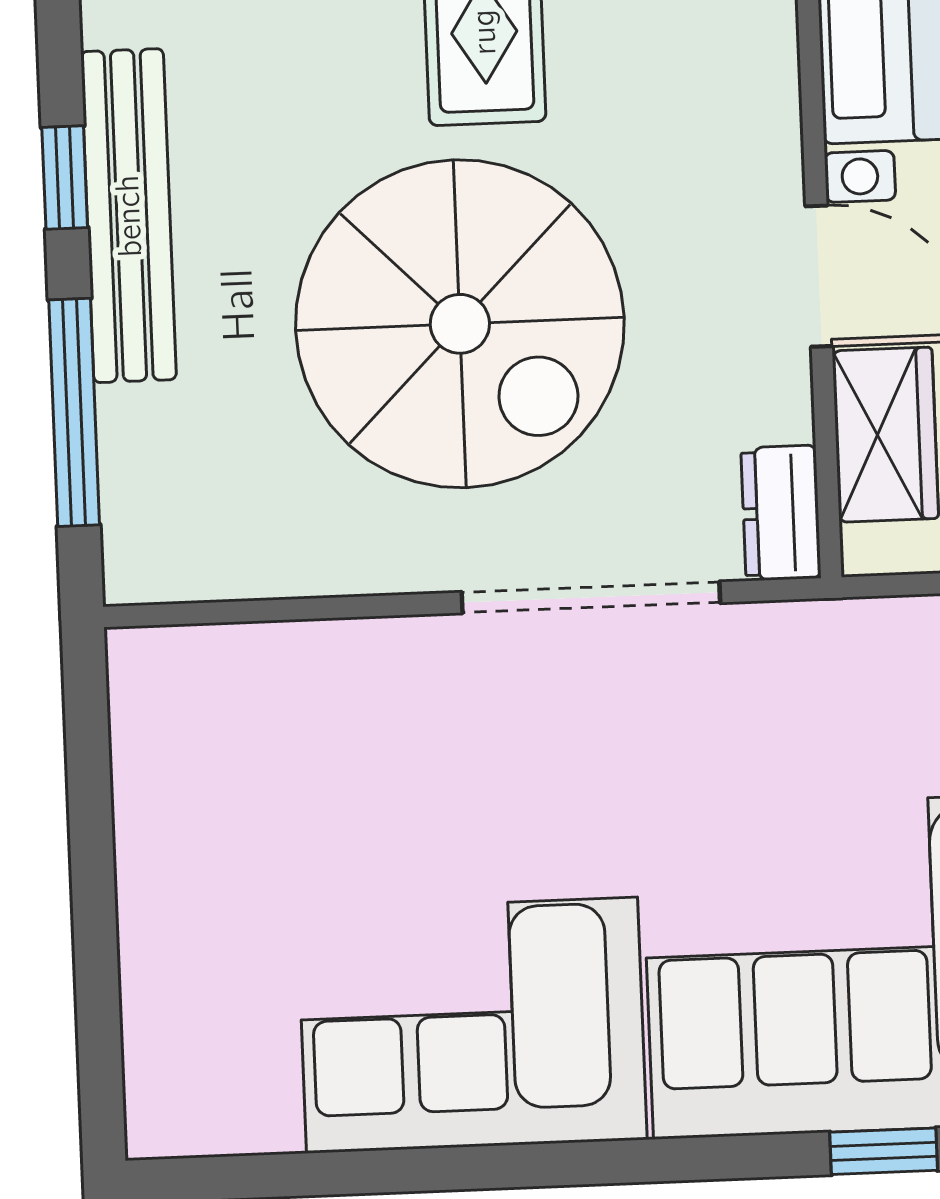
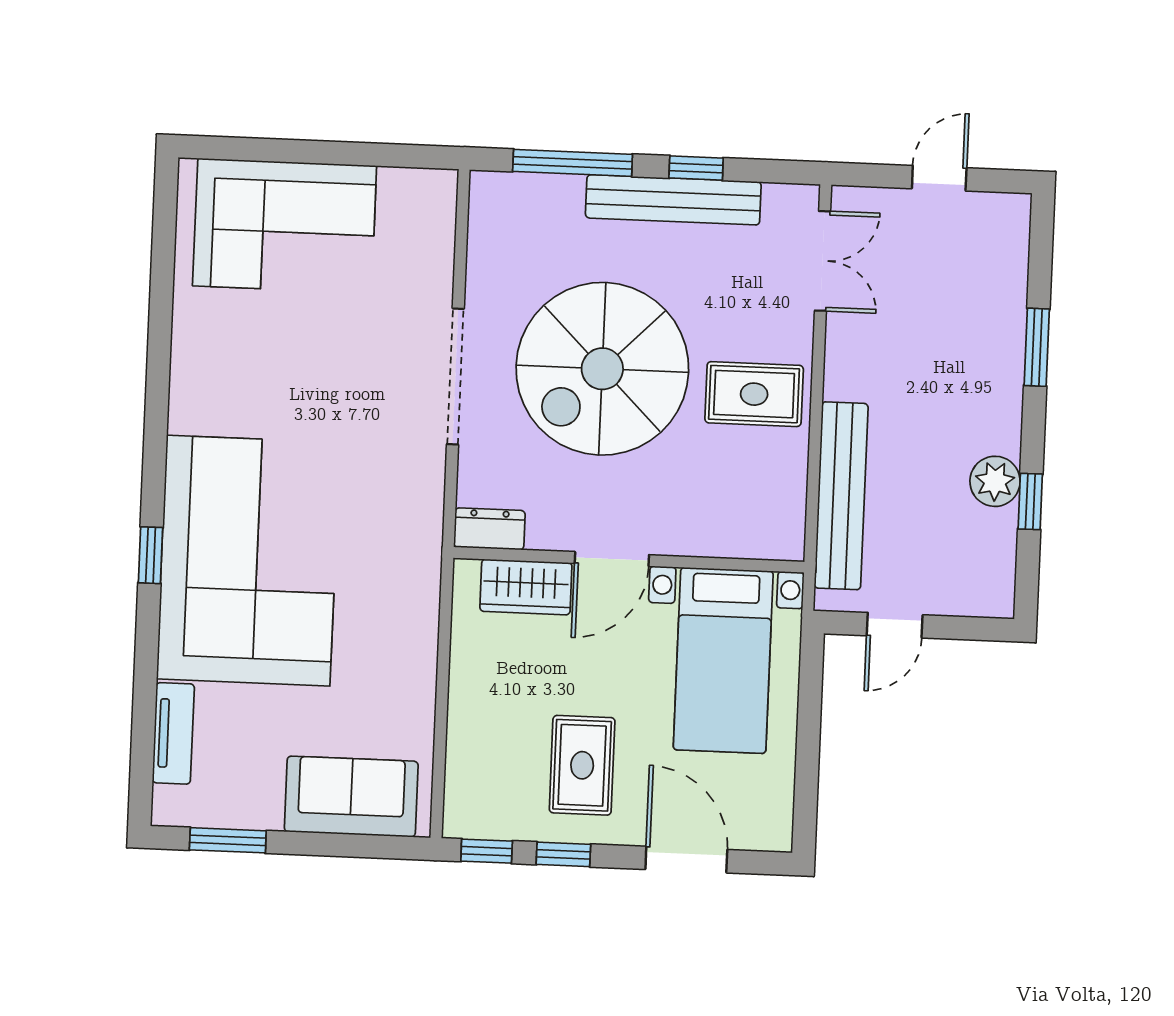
doorway: (591, 597) -> (455, 376), moved
corner sofa: (472, 1025) -> (285, 226), moved, turned 90

